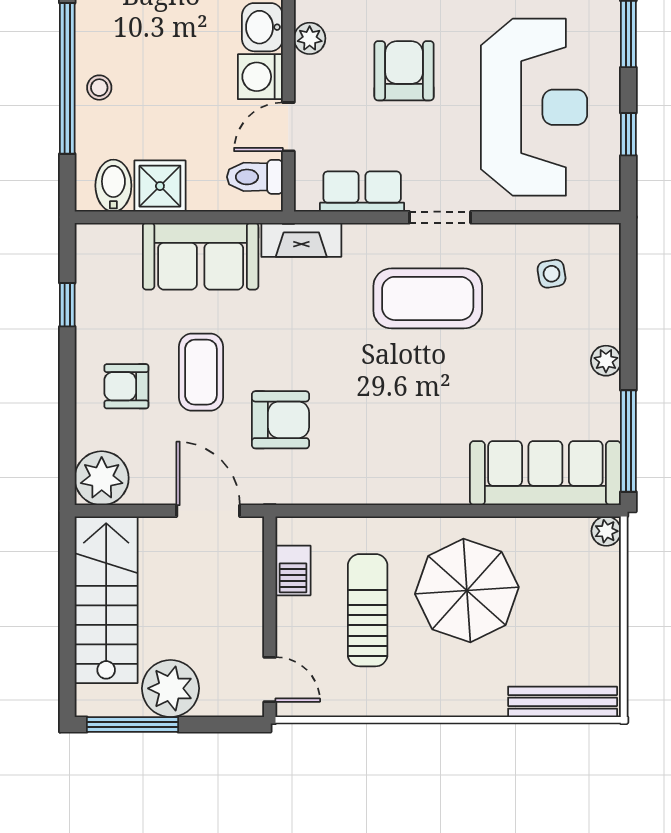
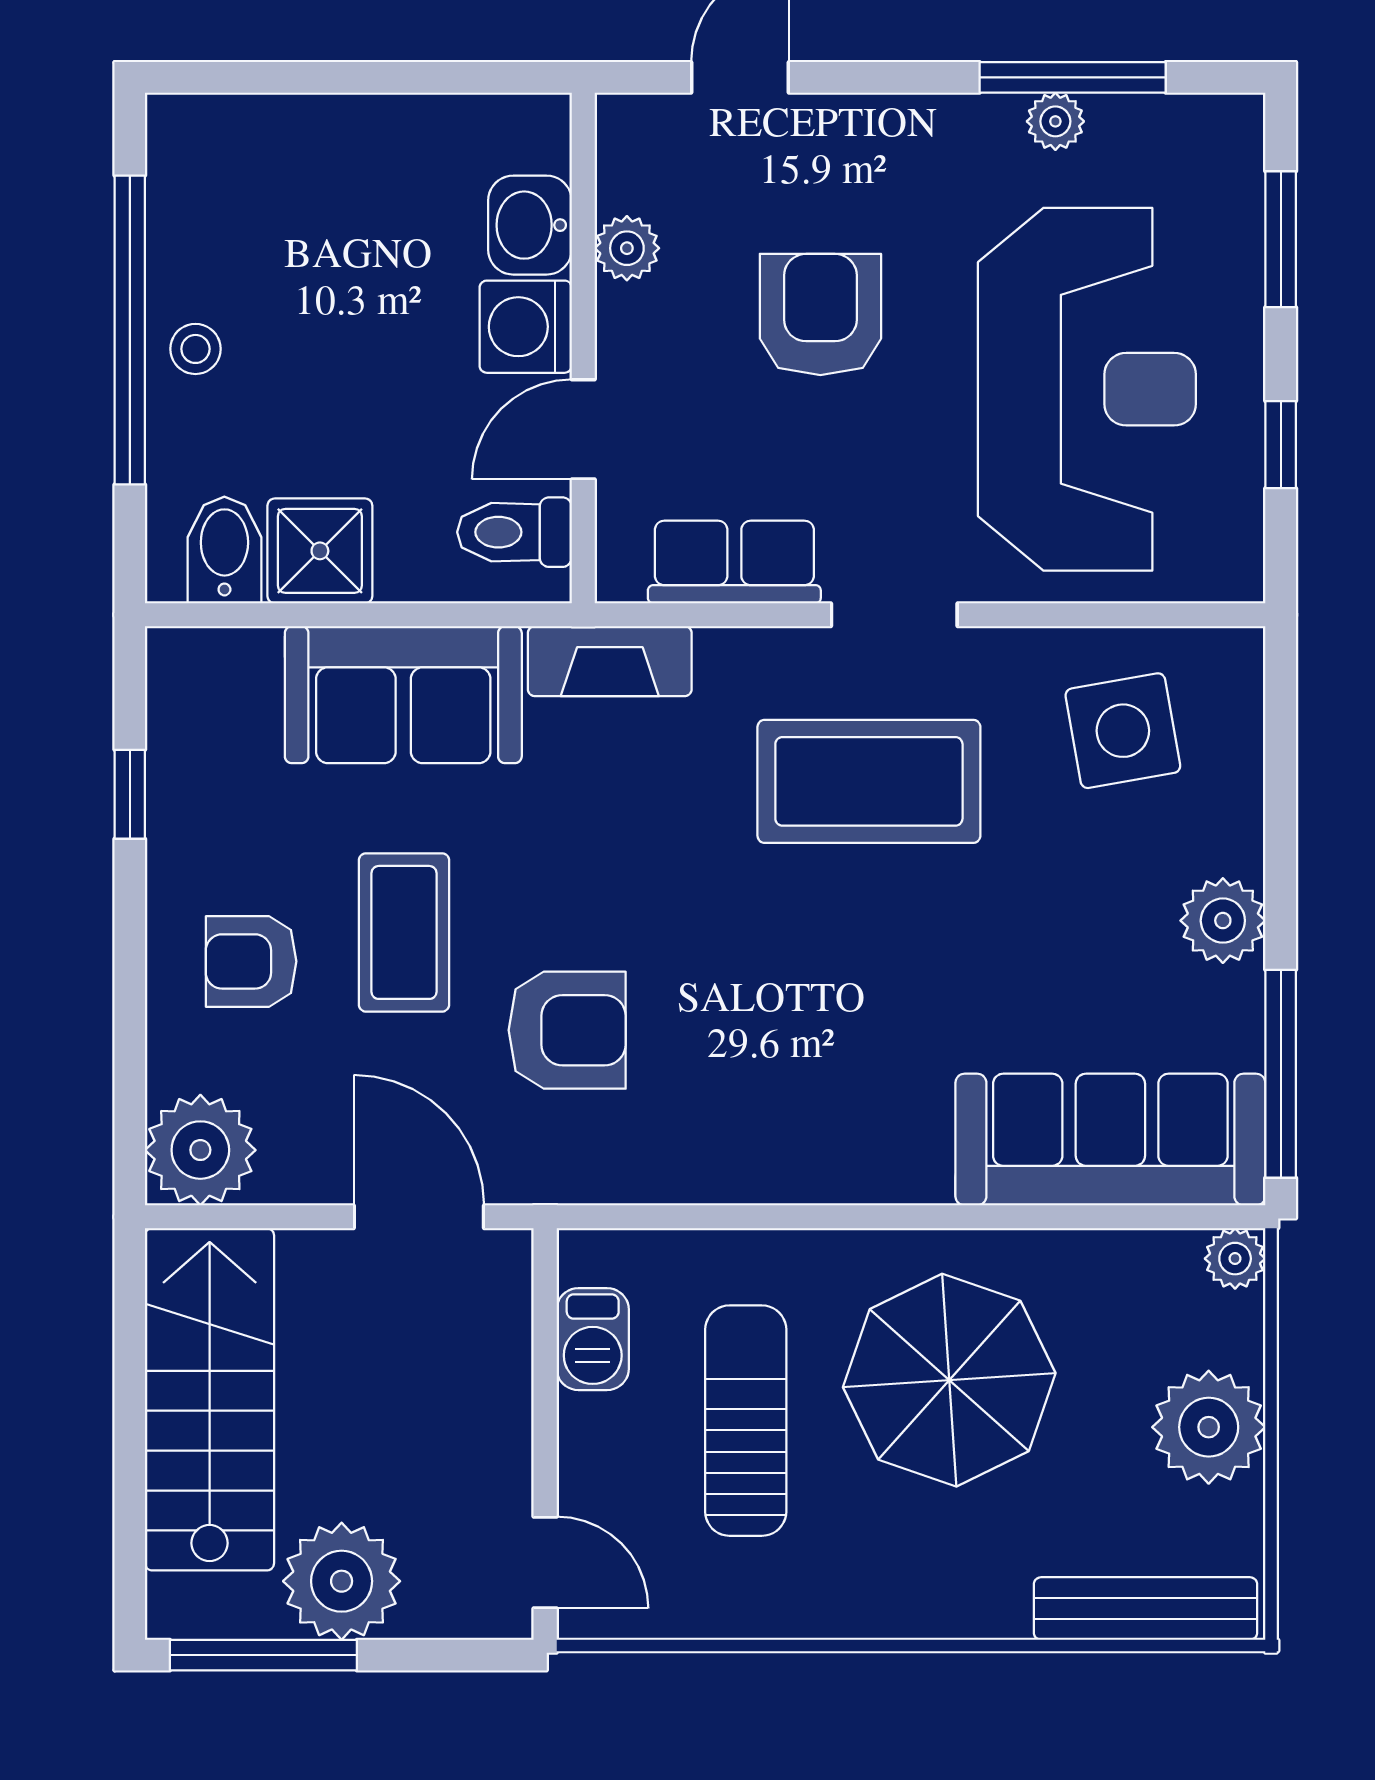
side table: (552, 274) -> (1123, 731), width x1.87, depth x1.87
plant: (606, 361) -> (1223, 921), width x1.38, depth x1.38
plant: (593, 613) -> (1209, 1427), added

